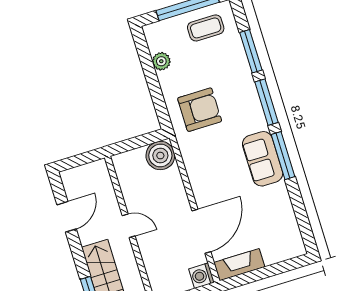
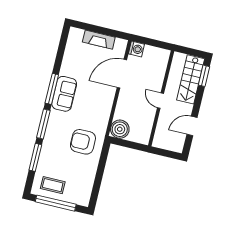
plant: (161, 61) -> (88, 181), removed
fireplace: (239, 265) -> (99, 40), moved

